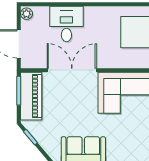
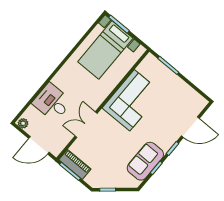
double door: (72, 70) -> (86, 125), width x0.73
piano: (31, 96) -> (75, 164), width x0.73, depth x0.75

